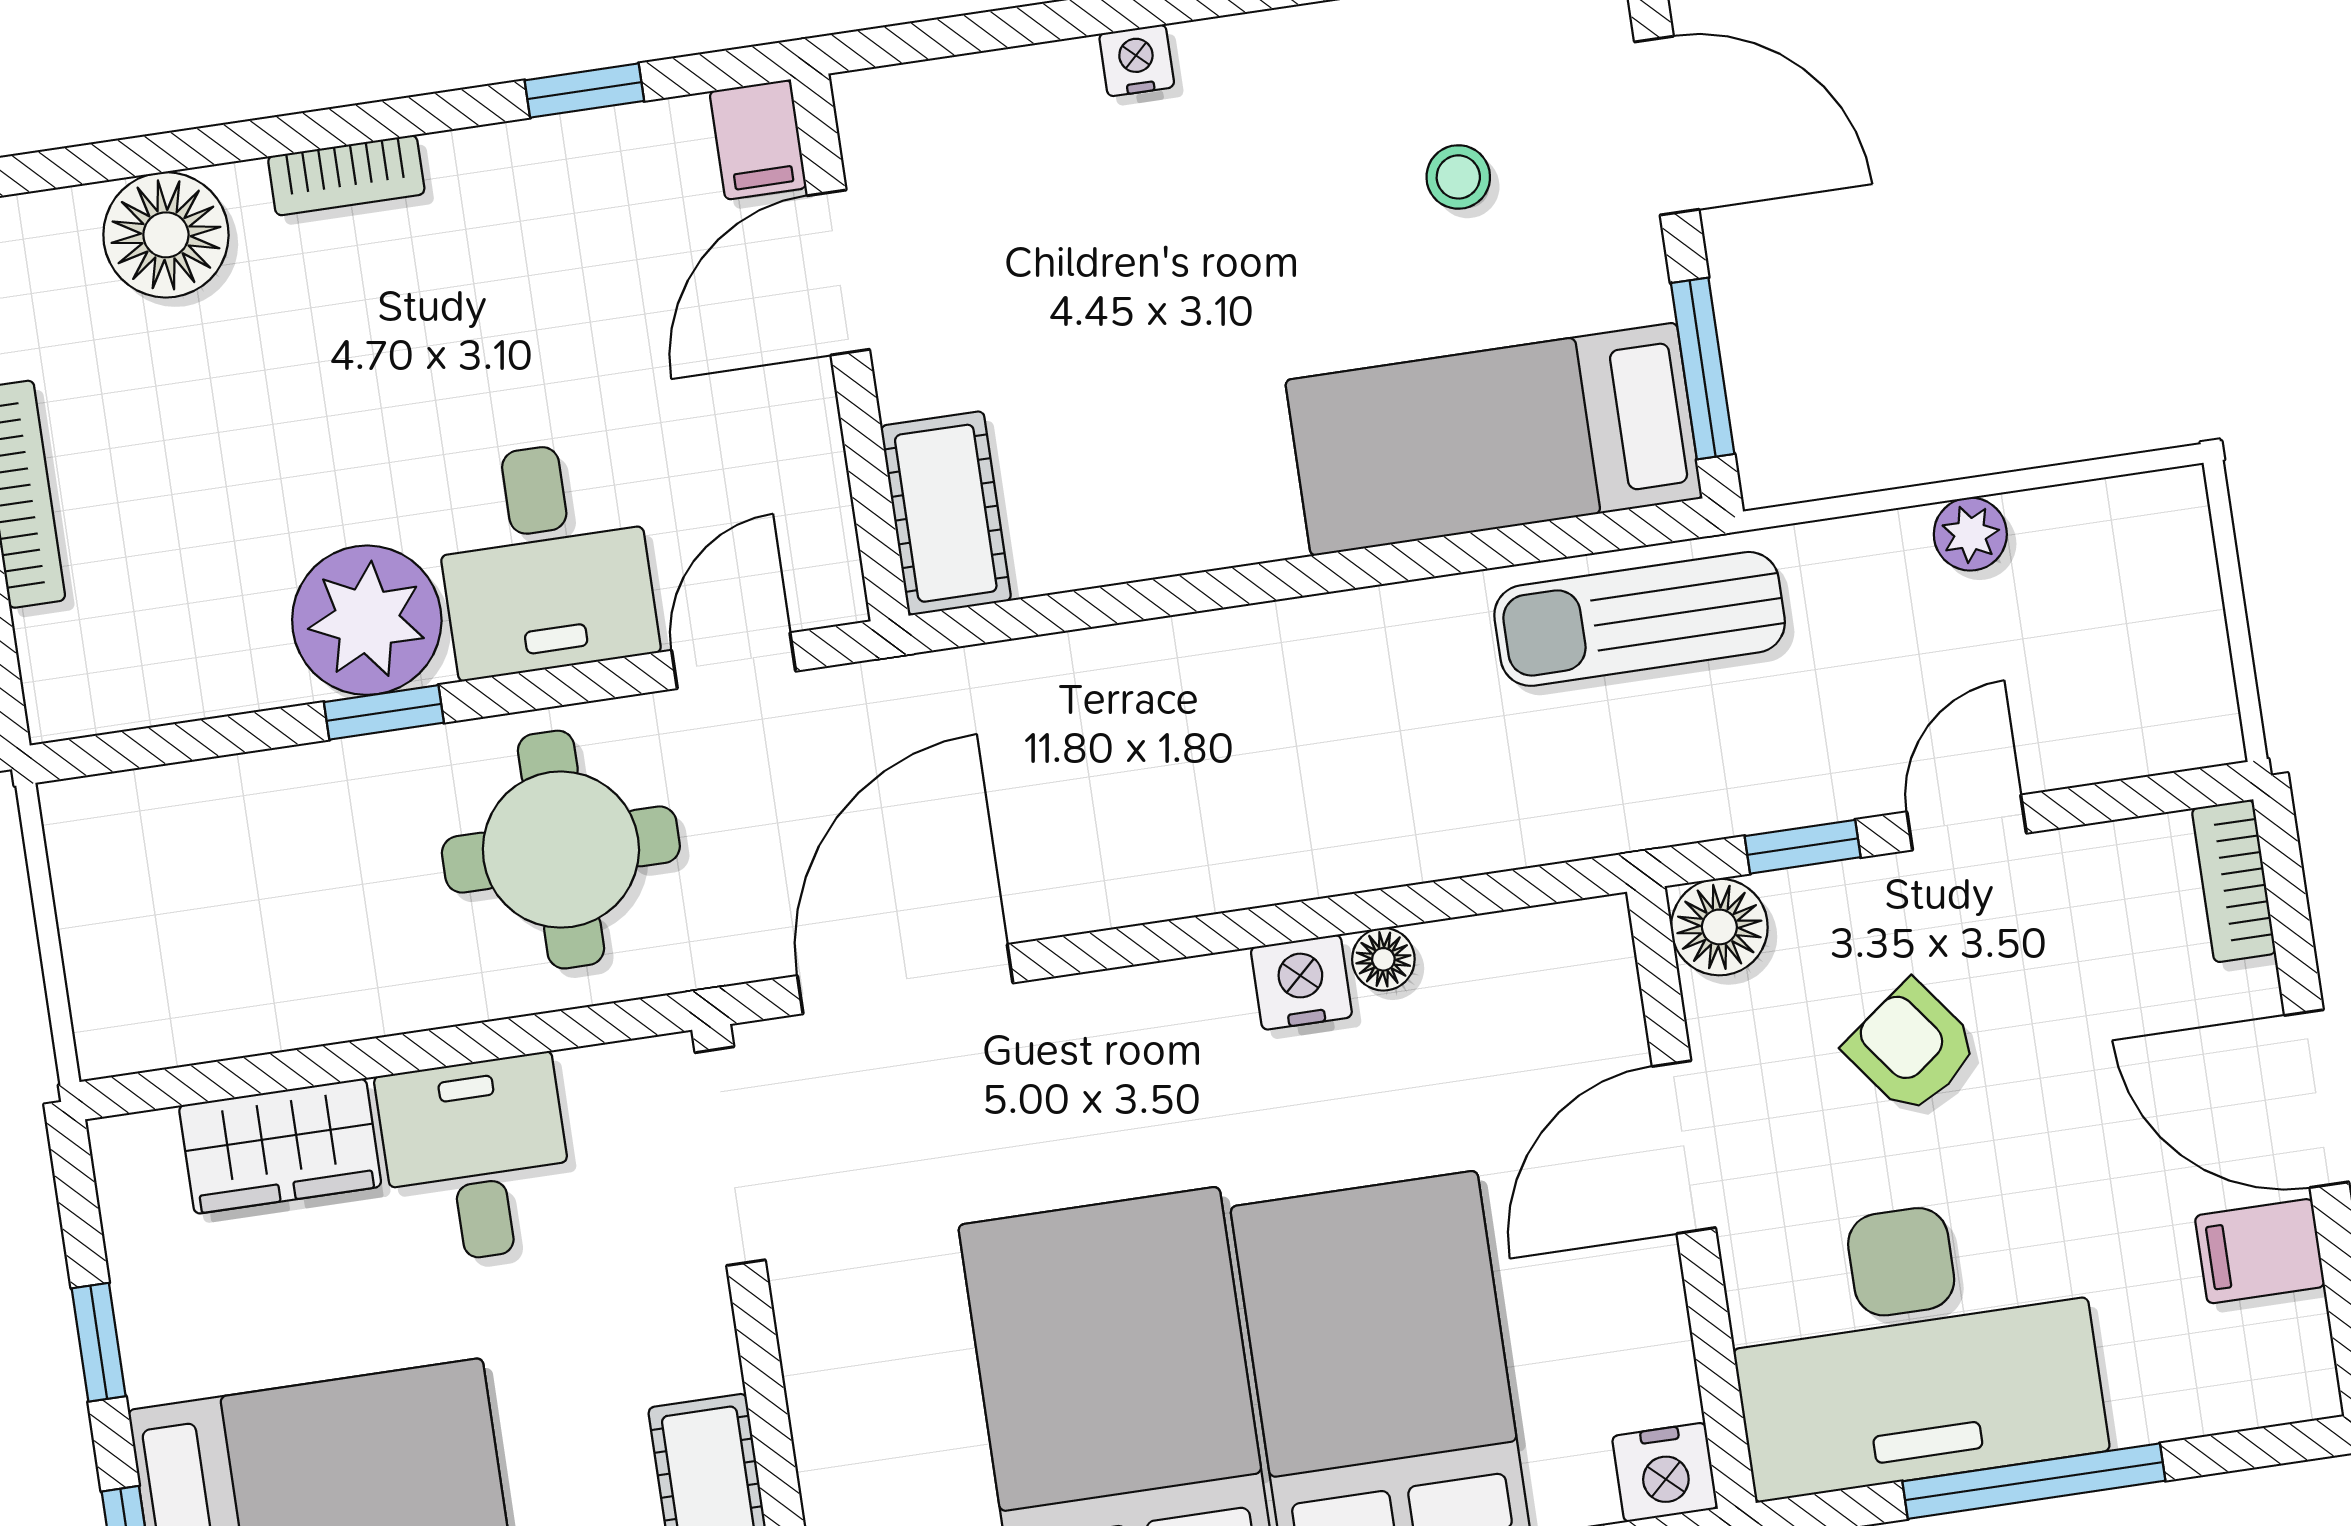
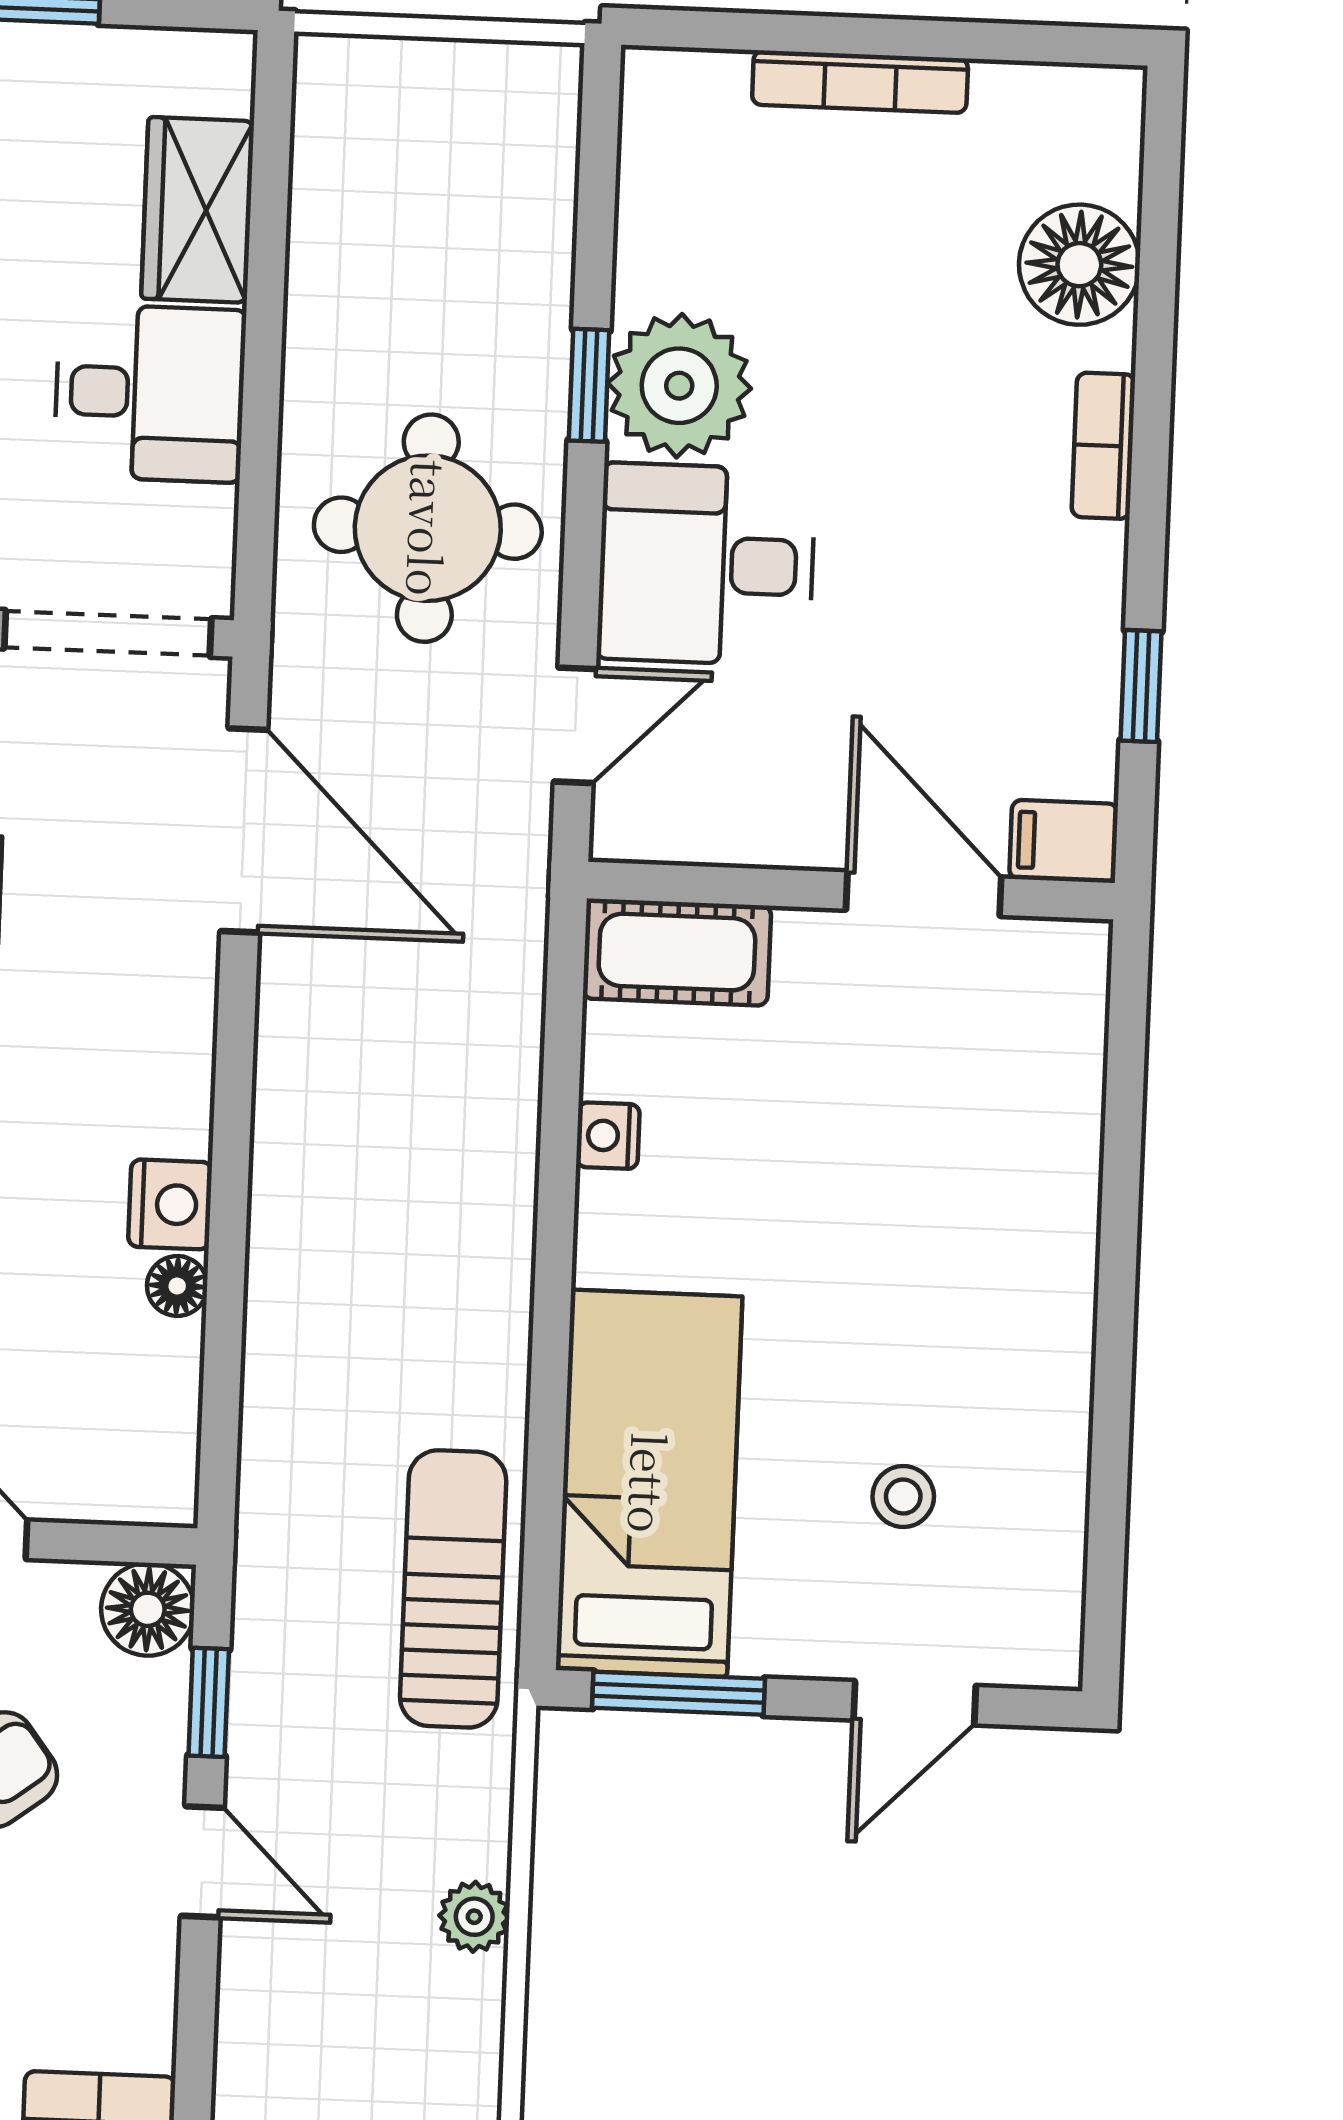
nightstand: (1137, 60) -> (608, 1136), moved, turned 180
door: (1667, 126) -> (915, 1703), width x0.73
door: (734, 661) -> (575, 725), hinge flipped

